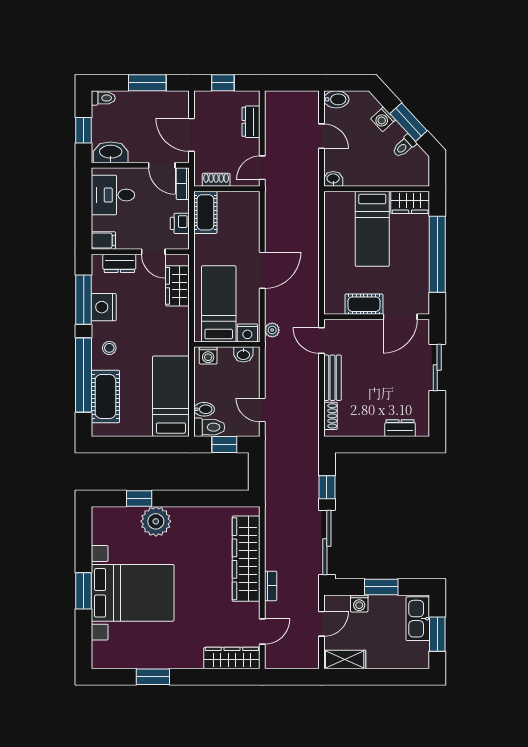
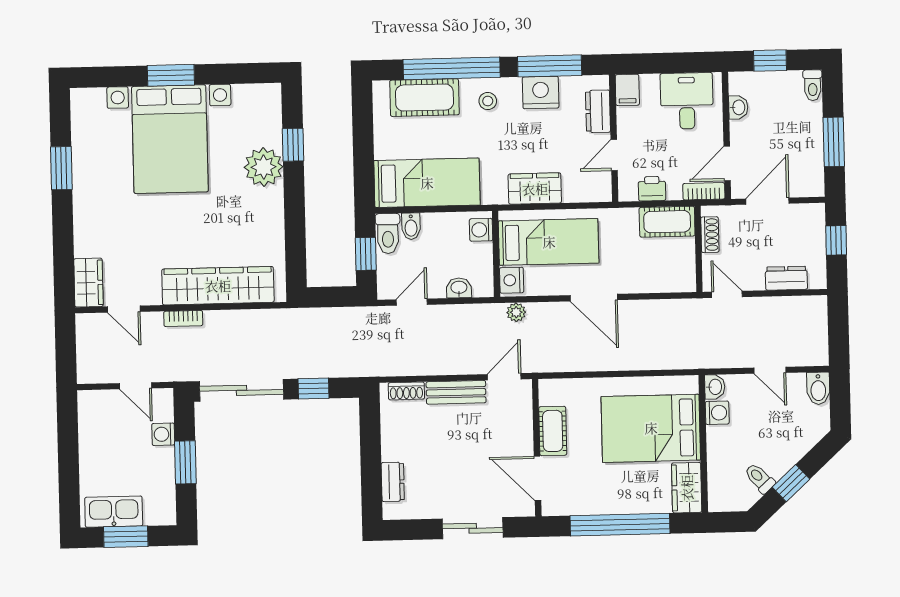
washing machine: (383, 119) -> (717, 413), moved, turned 133
window: (409, 122) -> (791, 483), width x0.67
door: (321, 136) -> (770, 370), hinge flipped
washbasin: (111, 152) -> (738, 107), width x0.52, depth x0.69
bed: (372, 229) -> (651, 428), width x1.50
wardrobe: (177, 286) -> (535, 189), moved
washbasin: (243, 354) -> (459, 288), moved, turned 90
kitchen sink: (418, 619) -> (114, 512), moved
wardrobe: (232, 658) -> (88, 283), width x0.67
shelving: (345, 660) -> (90, 417), removed

